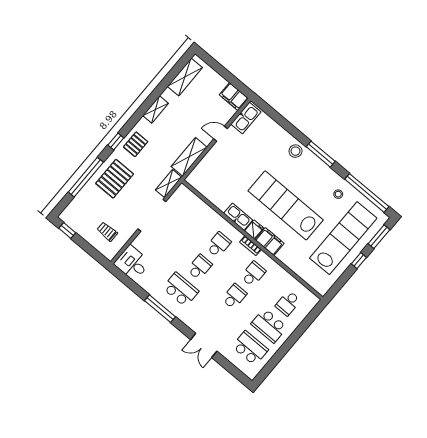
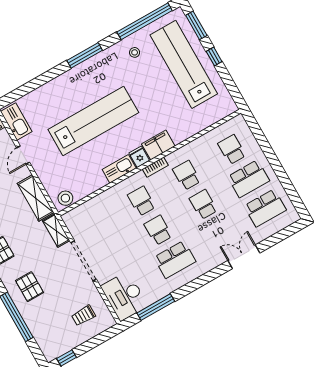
stool: (295, 151) -> (65, 198), moved
pallet: (115, 179) -> (30, 287), width x0.67, depth x0.71
lab bench: (286, 205) -> (93, 121), moved, turned 180
desk: (132, 263) -> (124, 296), width x1.37
school desk: (181, 290) -> (175, 259), turned 180
school desk: (288, 303) -> (232, 150), turned 180
window: (160, 309) -> (156, 307), moved
double door: (204, 345) -> (244, 257), swing flipped
school desk: (250, 348) -> (265, 208), turned 180

